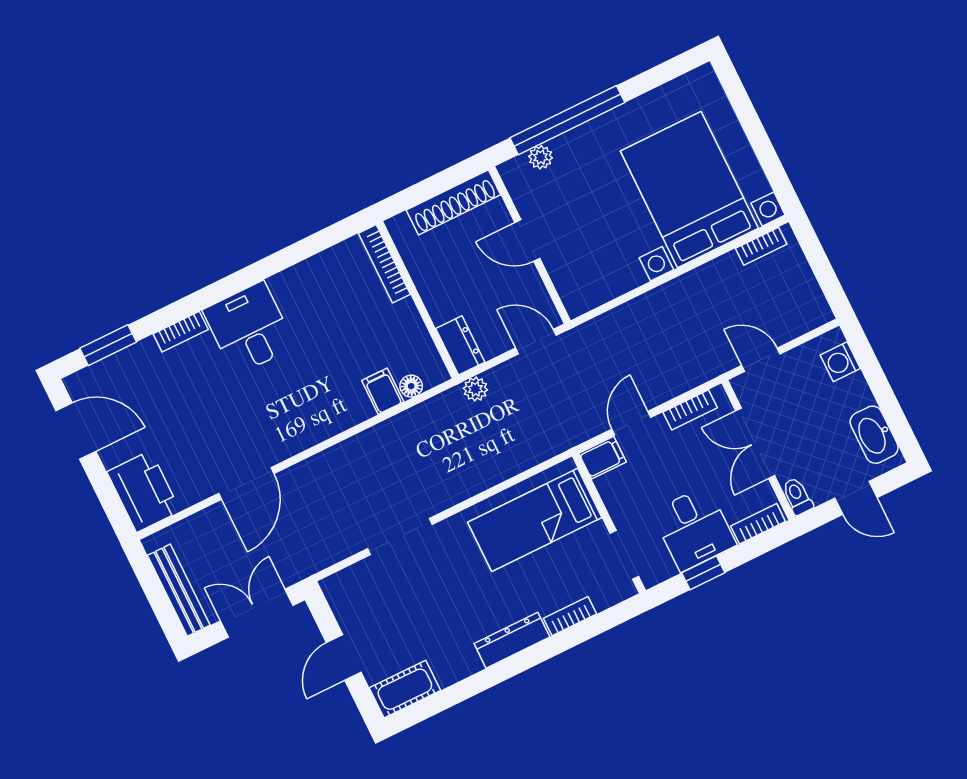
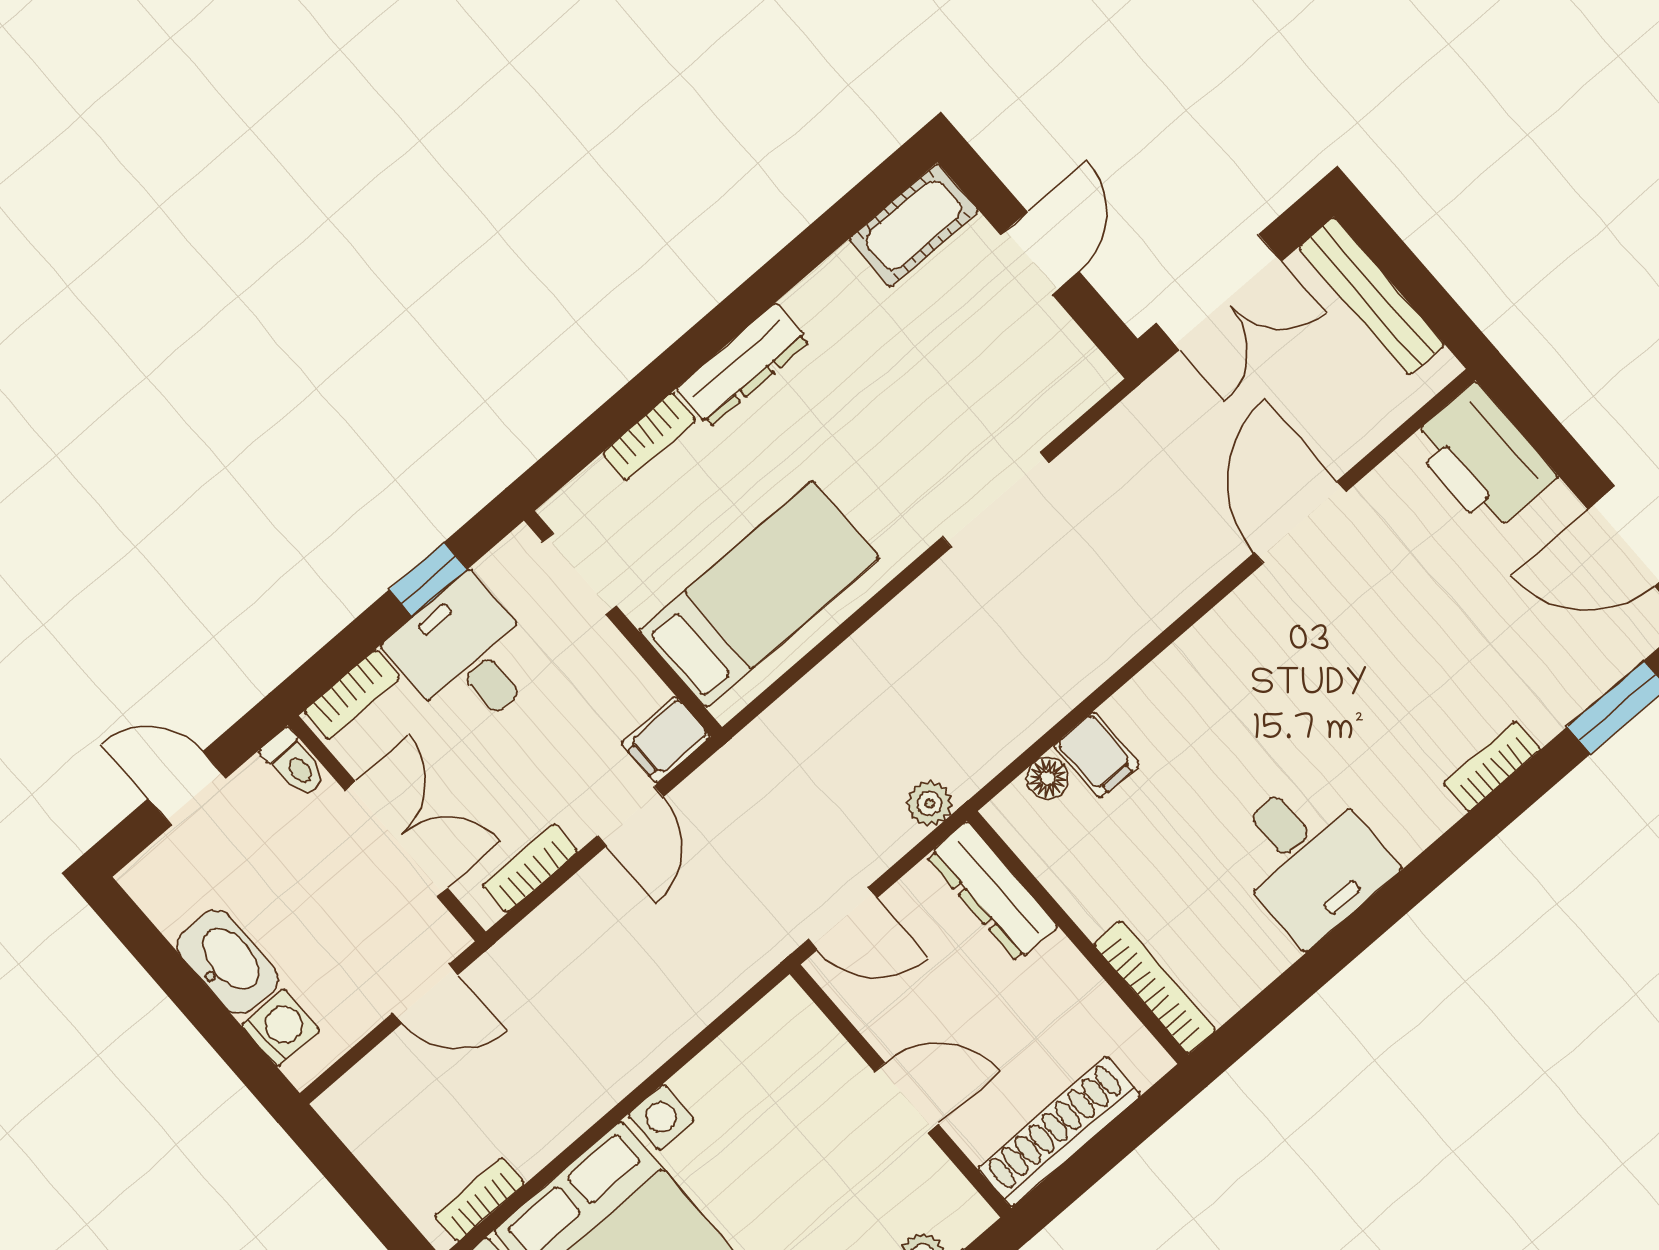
desk: (249, 328) -> (1308, 858), moved
dresser: (460, 345) -> (992, 892), width x1.44
washbasin: (874, 435) -> (228, 962), moved

